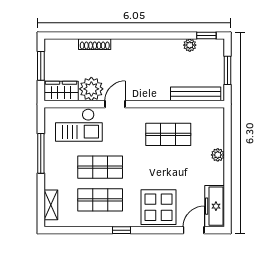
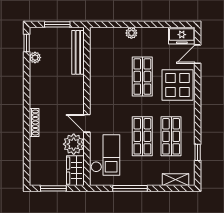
shoe rack: (95, 44) -> (34, 122), moved
shop shelf: (168, 134) -> (142, 77), moved
freezer: (215, 206) -> (182, 36), width x0.71
window: (121, 230) -> (198, 152), moved
door: (194, 230) -> (198, 54), hinge flipped

